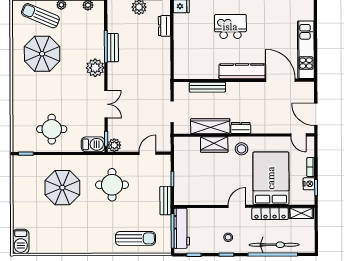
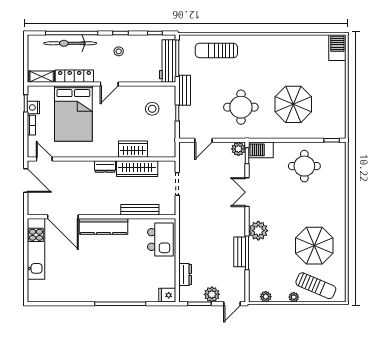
kitchen island: (230, 27) -> (160, 239), moved, turned -90
stool: (242, 149) -> (152, 109), moved

